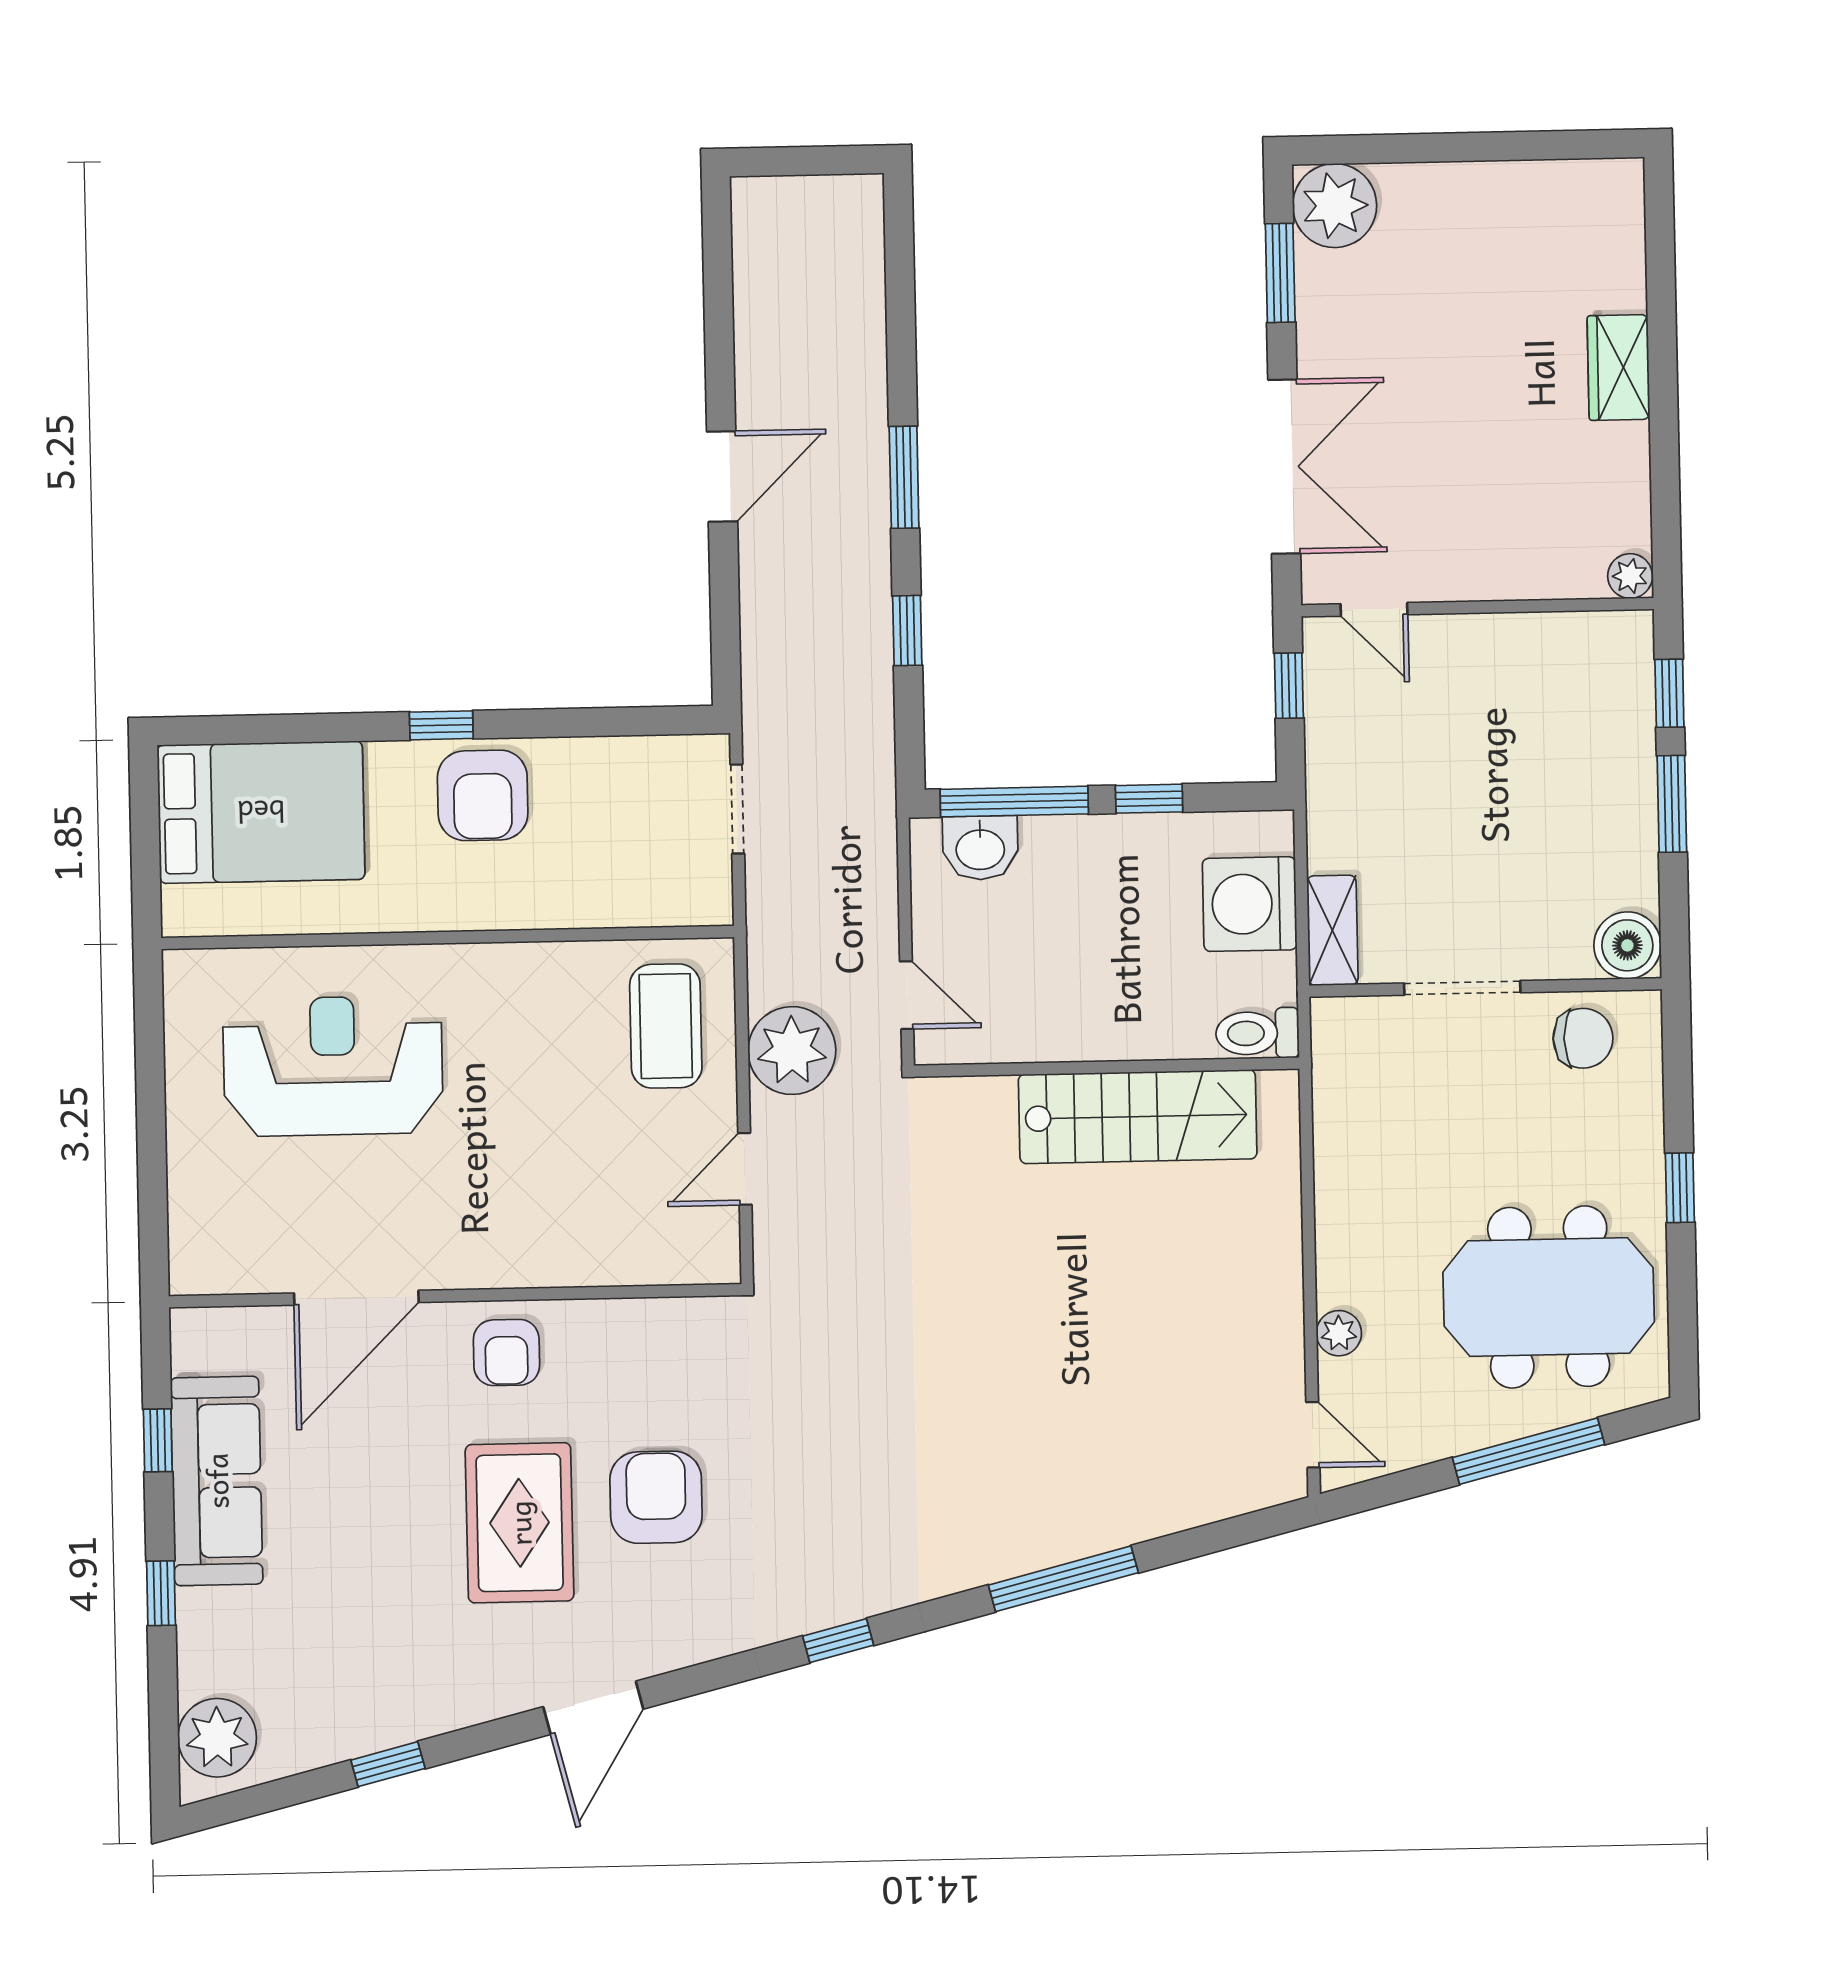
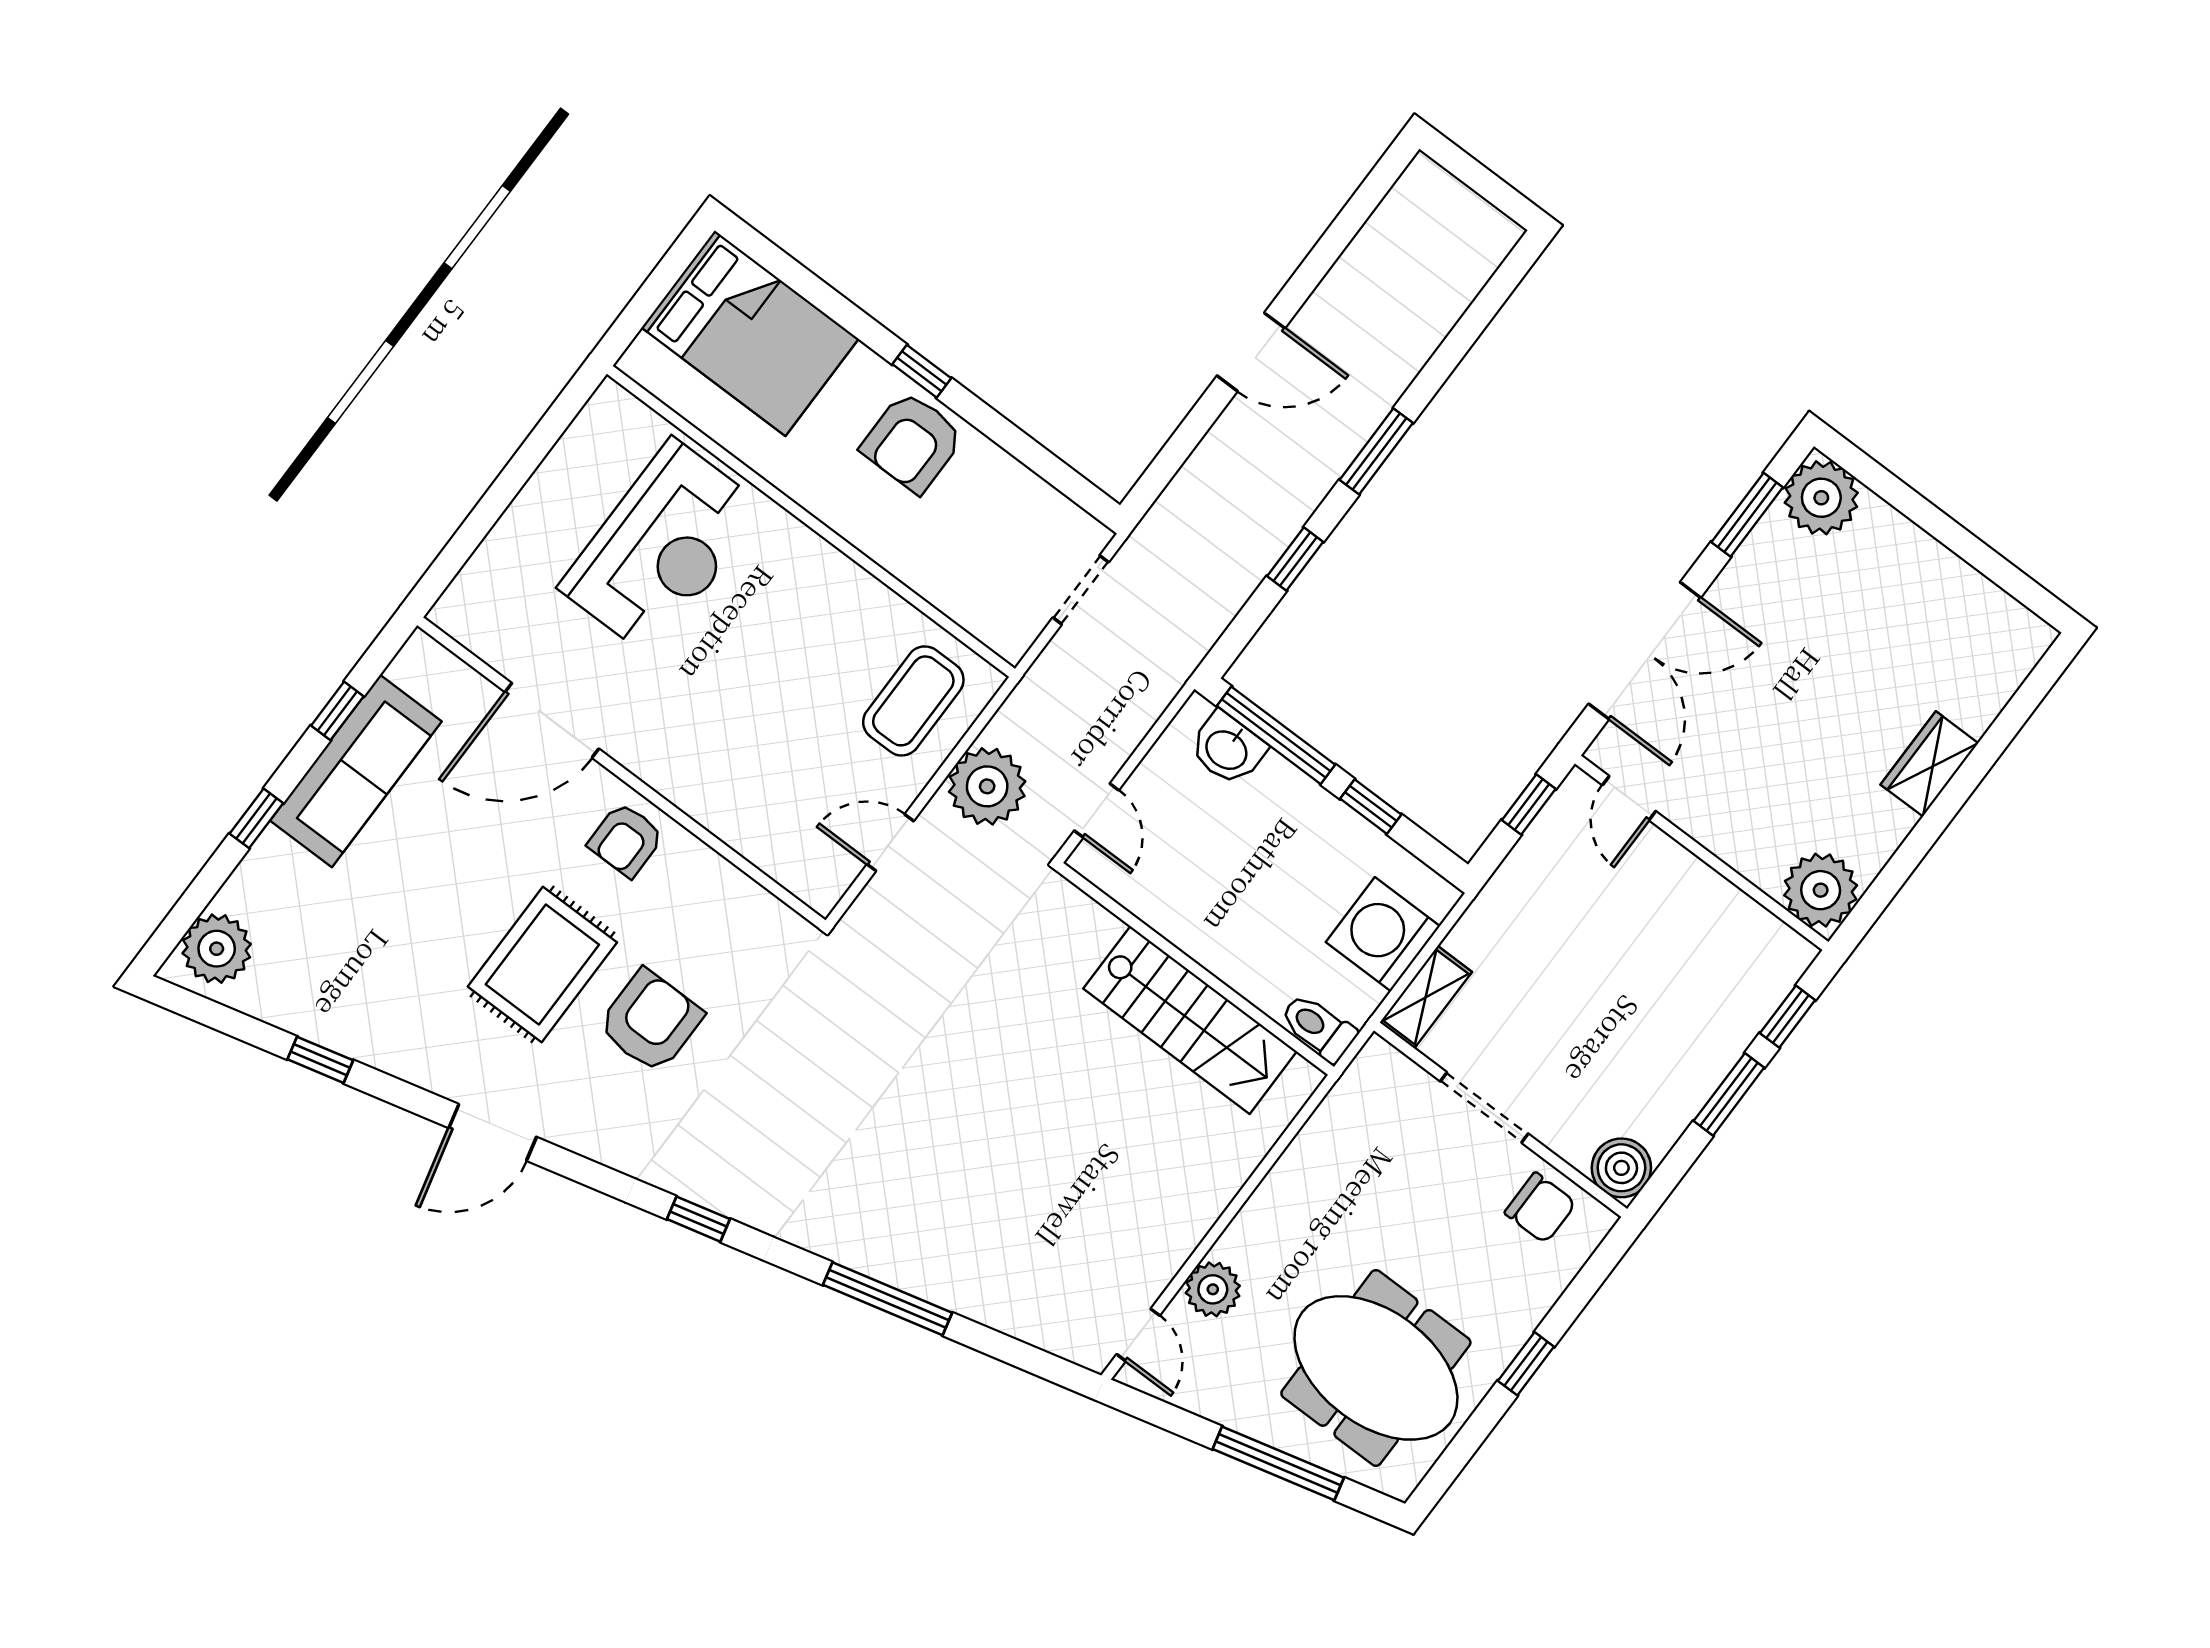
plant: (1630, 576) -> (1821, 890), width x1.88, depth x1.88
reception desk: (333, 1066) -> (662, 548), turned 90
plant: (1339, 1333) -> (1213, 1289), width x1.38, depth x1.38

